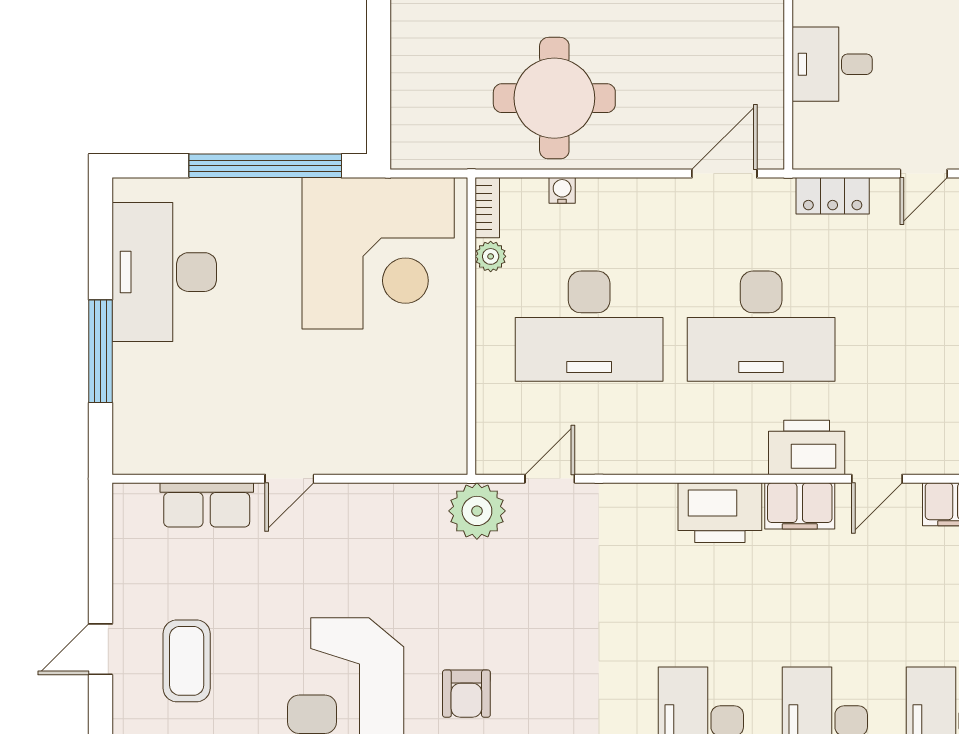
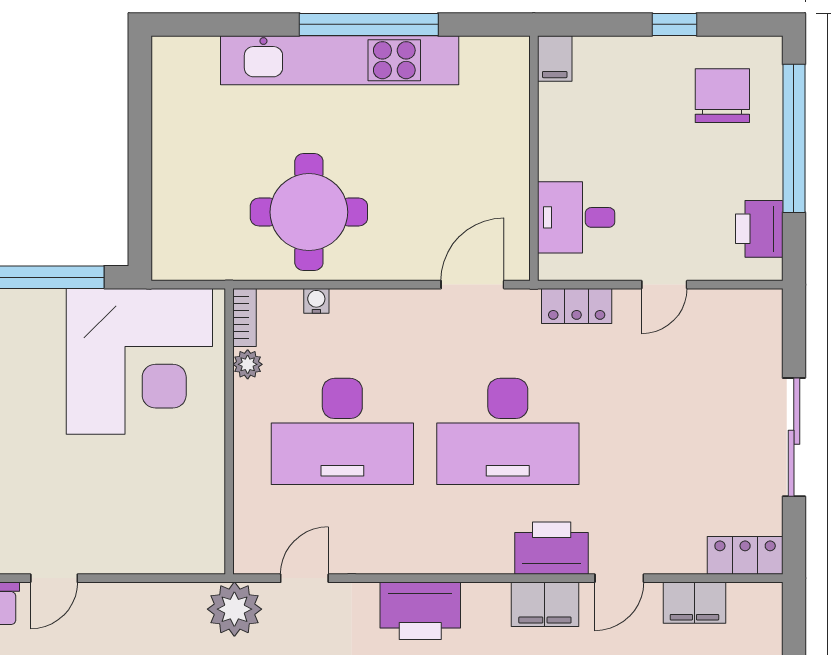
desk: (832, 64) -> (576, 217), moved
printer: (720, 513) -> (420, 611), moved

